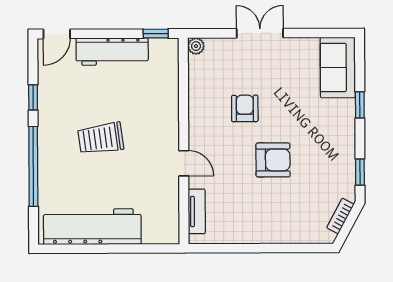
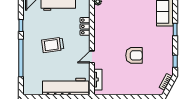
locker: (169, 99) -> (85, 26), added
armchair: (245, 108) -> (121, 31), removed
door: (184, 163) -> (92, 57), swing flipped
workbench: (92, 227) -> (66, 87), moved

